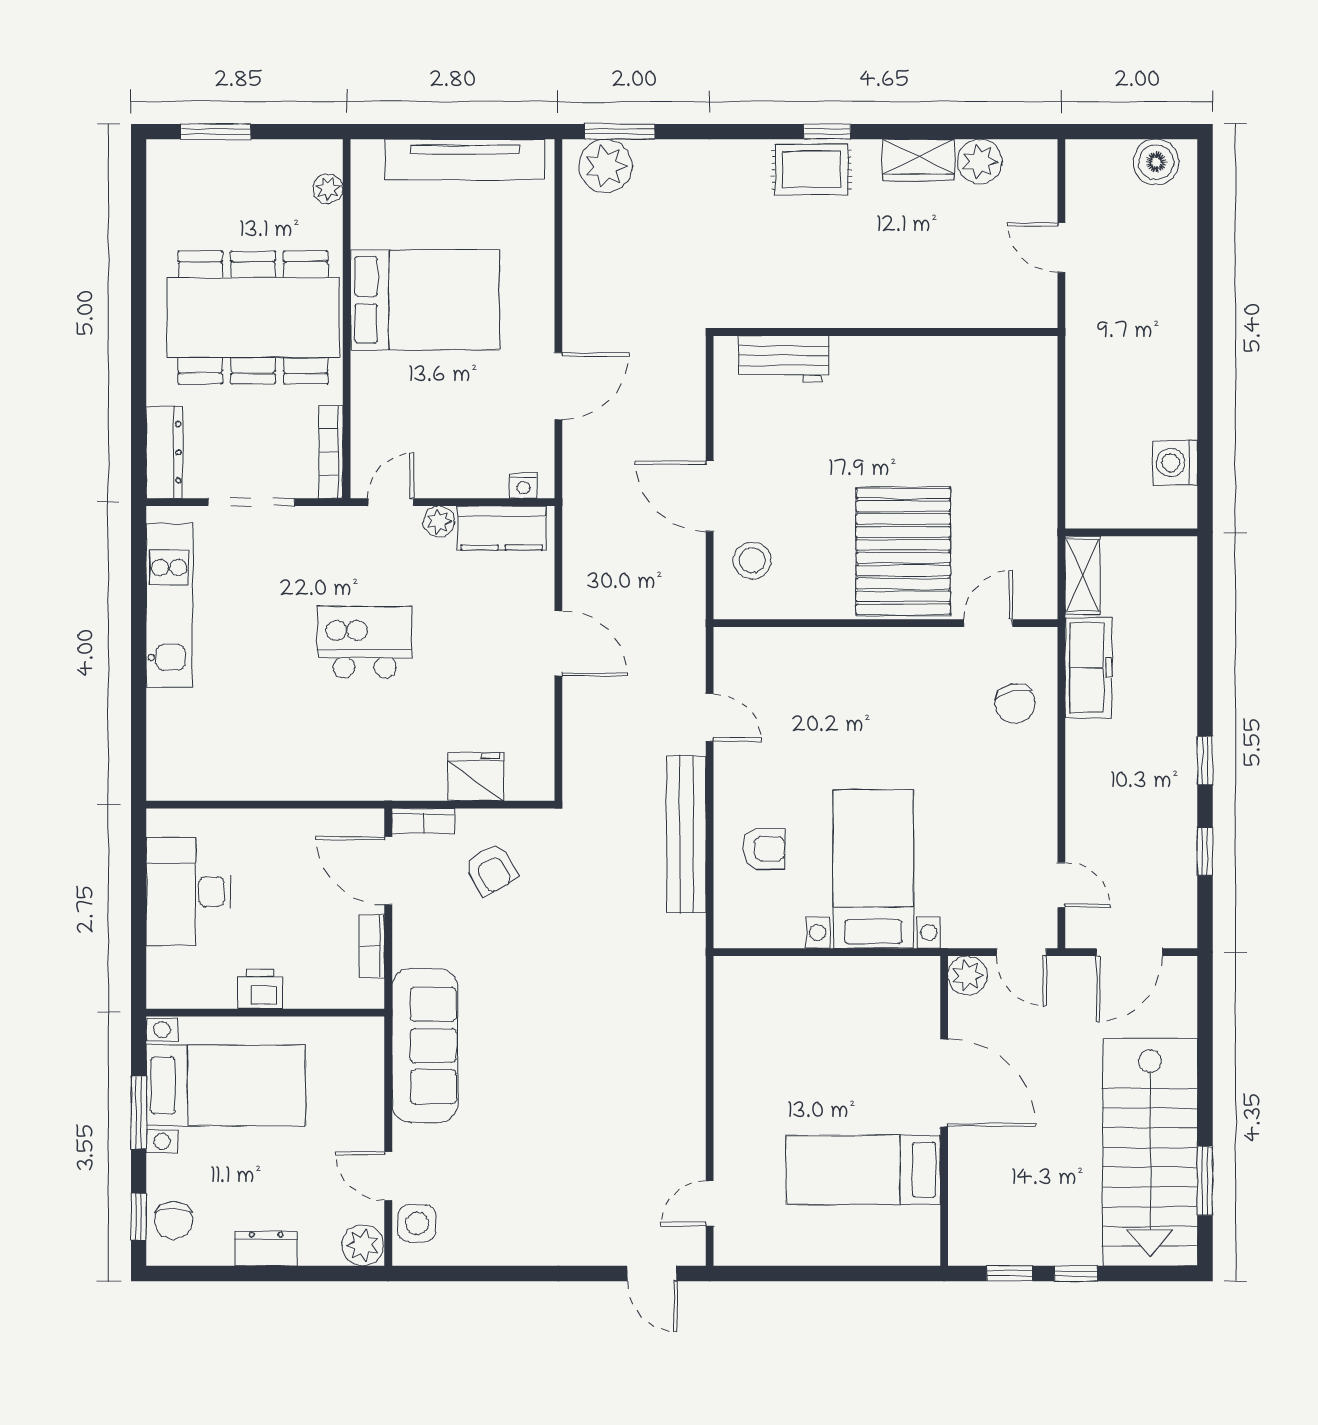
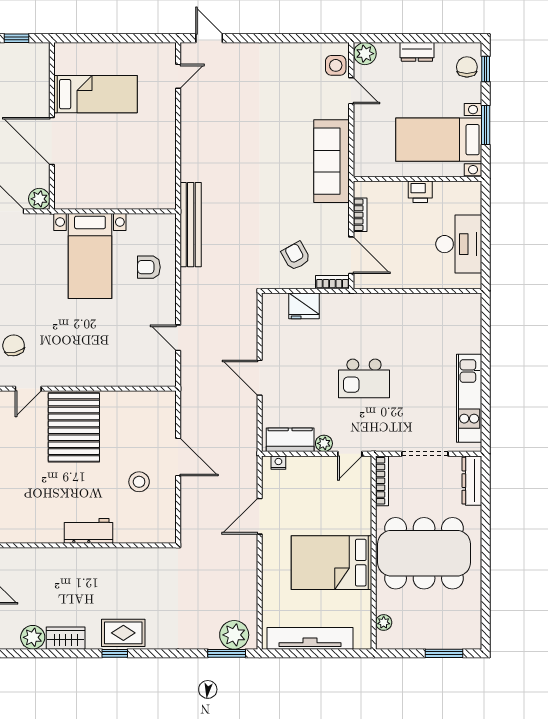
workbench: (784, 359) -> (89, 531), moved
stool: (752, 561) -> (139, 482), moved
bench: (686, 834) -> (191, 225), moved

